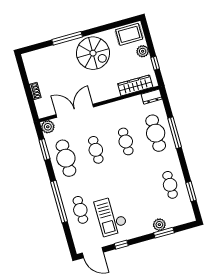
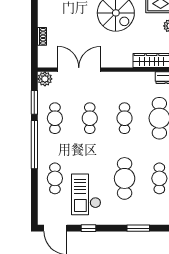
cafe table: (66, 158) -> (55, 118), width x0.73, depth x0.74
cafe table: (140, 193) -> (125, 178), added
window: (59, 202) -> (34, 145), moved
plant: (159, 225) -> (136, 218), removed

